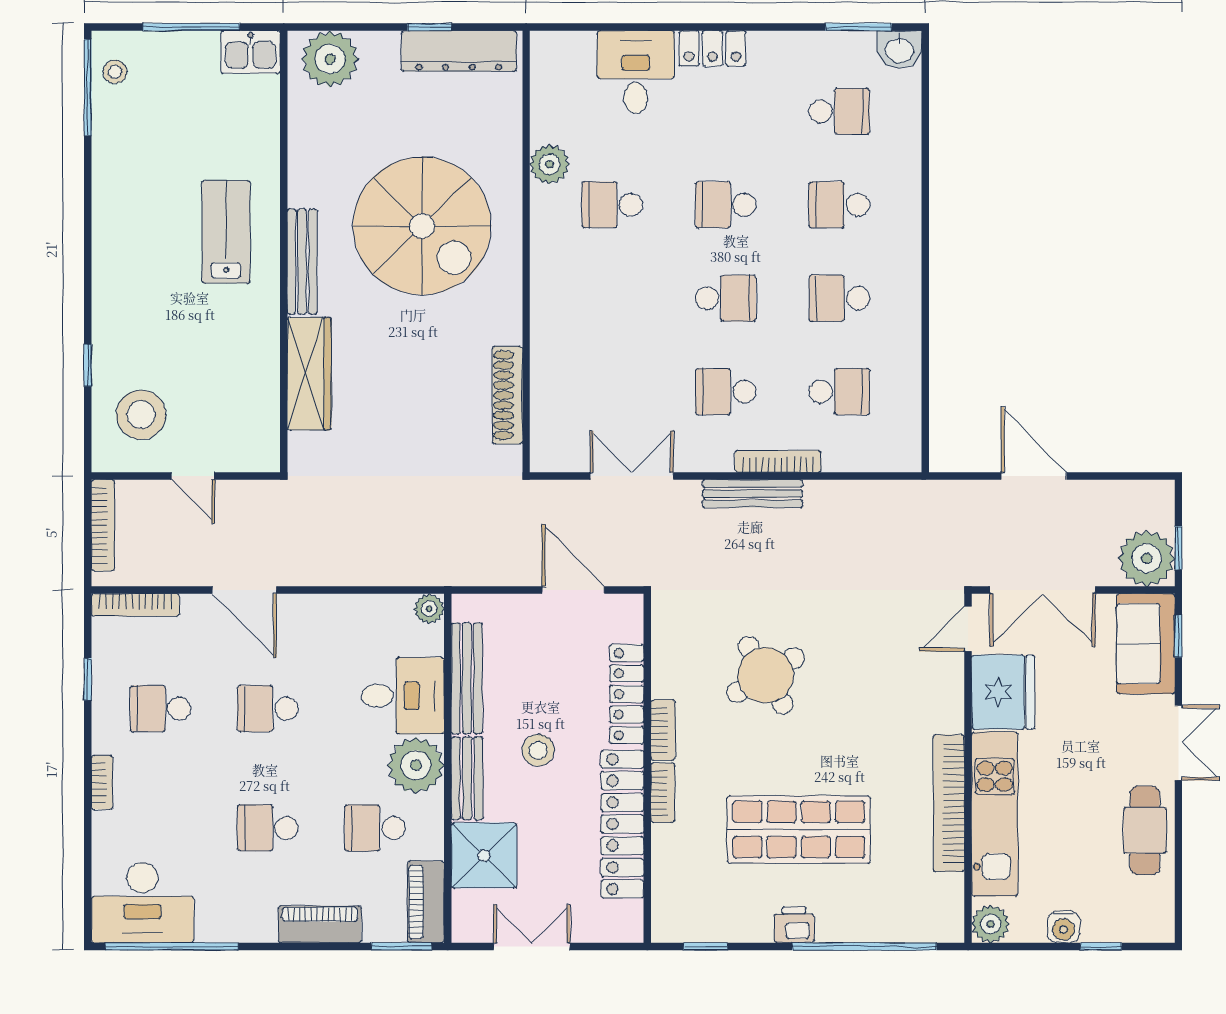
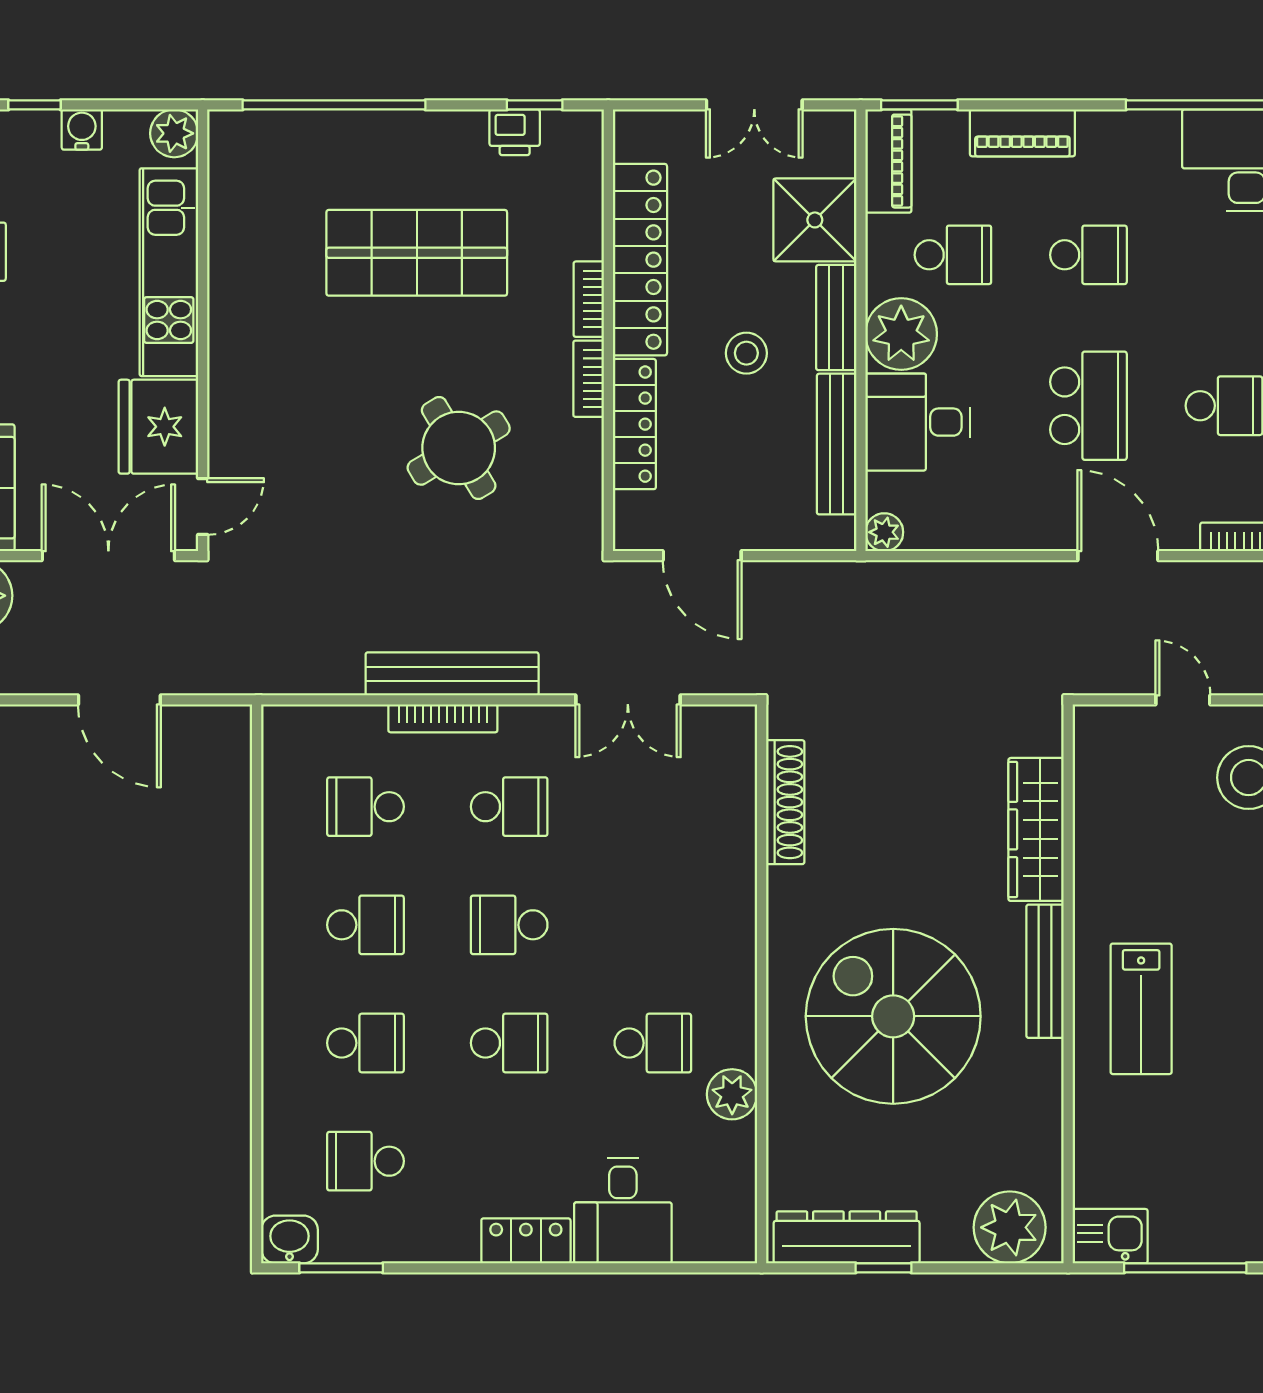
bench: (752, 494) -> (452, 674), width x1.37, depth x1.21
school desk: (268, 709) -> (1088, 406), width x1.85
bookcase: (949, 803) -> (227, 286), removed
printer: (794, 925) -> (515, 132), moved

